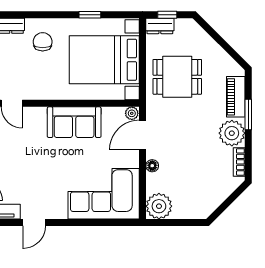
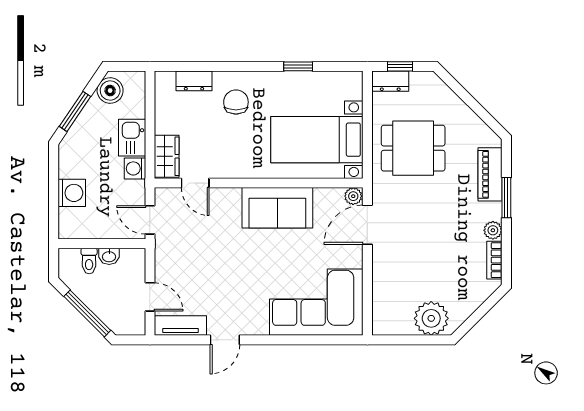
bed with nightstands: (104, 60) -> (317, 140), width x0.73
plant: (232, 133) -> (493, 230), width x0.53, depth x0.53
floor lamp: (152, 166) -> (380, 265), removed
plant: (159, 206) -> (431, 318), moved

